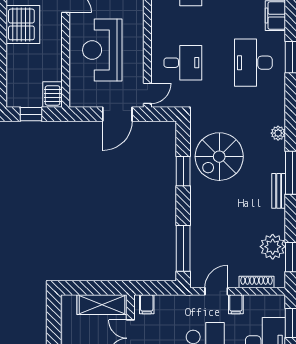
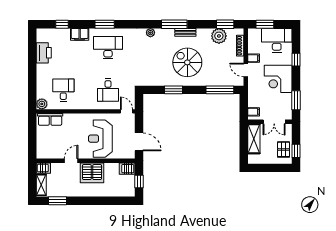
server rack: (23, 24) -> (92, 173), moved, turned 180
reception desk: (102, 50) -> (100, 139), turned 90
desk: (183, 63) -> (108, 90), turned 180
desk: (253, 63) -> (108, 48), turned 180
door: (117, 114) -> (139, 142), moved
spiral stairs: (219, 157) -> (187, 62), moved, turned 180

